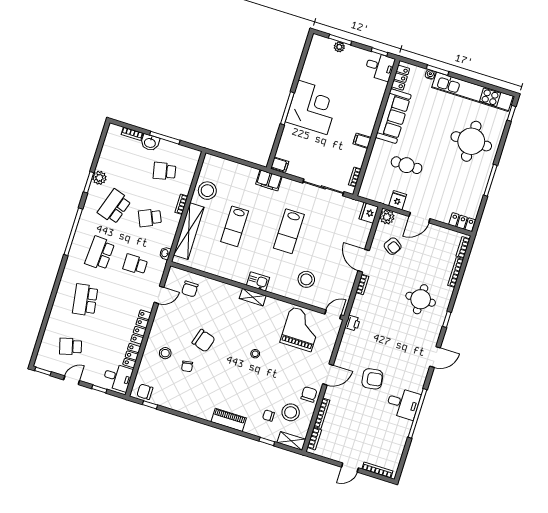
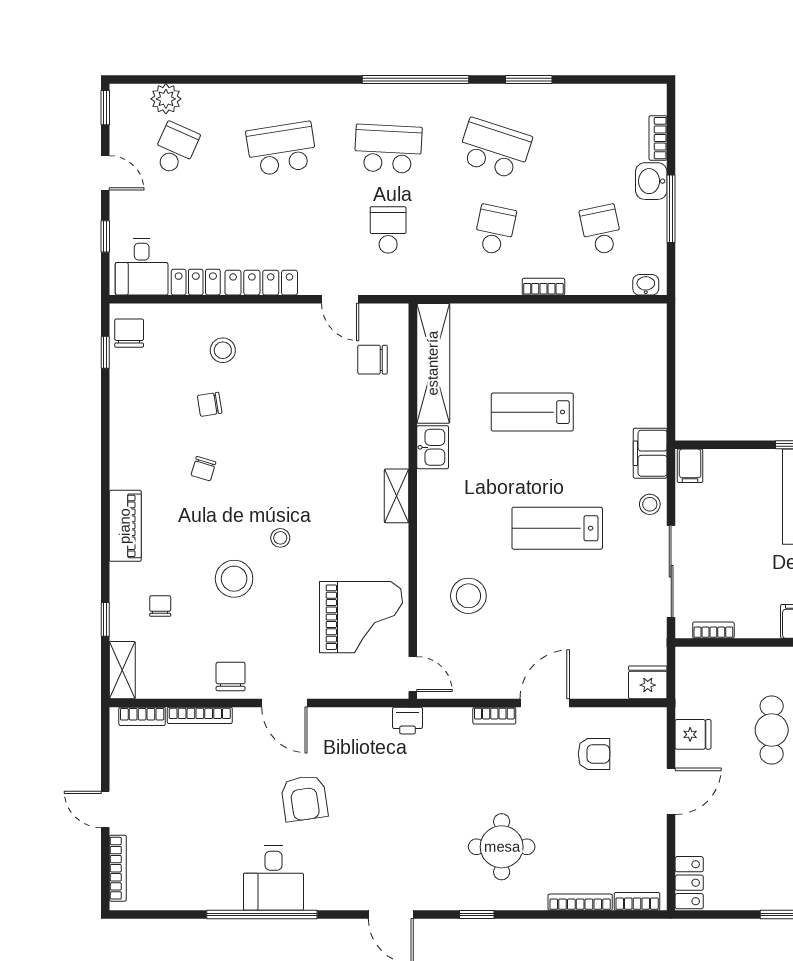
plant: (99, 178) -> (166, 99), moved
stool: (207, 191) -> (650, 504), moved, width x0.53, depth x0.53
plant: (387, 217) -> (651, 723), removed
school desk: (150, 218) -> (495, 230), turned 36
door: (420, 218) -> (671, 791), swing flipped
shelving: (189, 231) -> (433, 363), moved, turned 90
armchair: (393, 246) -> (594, 754), turned -123
washbasin: (165, 253) -> (646, 285), moved
kitchen sink: (258, 281) -> (433, 447), moved
chair: (204, 341) -> (203, 469), moved, width x0.54, depth x0.54
school desk: (71, 346) -> (175, 149), turned 39
chair: (309, 394) -> (231, 676), turned -90
stool: (291, 412) -> (234, 579), moved

